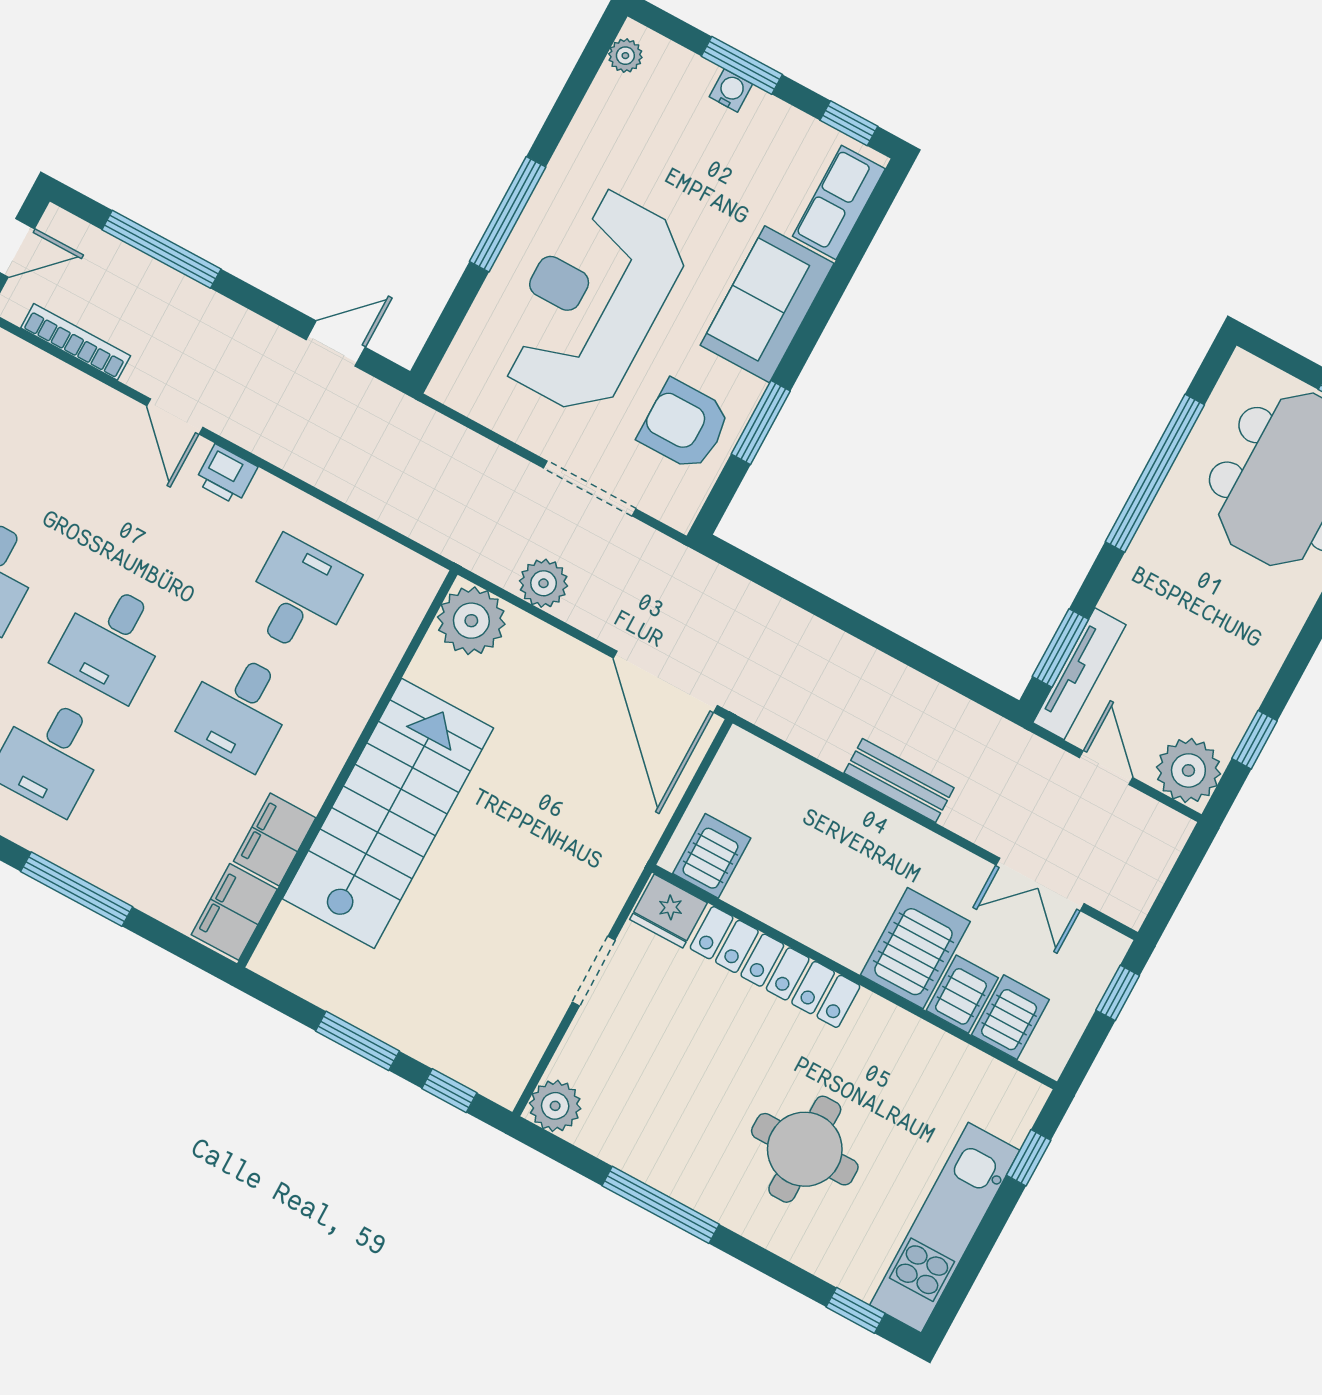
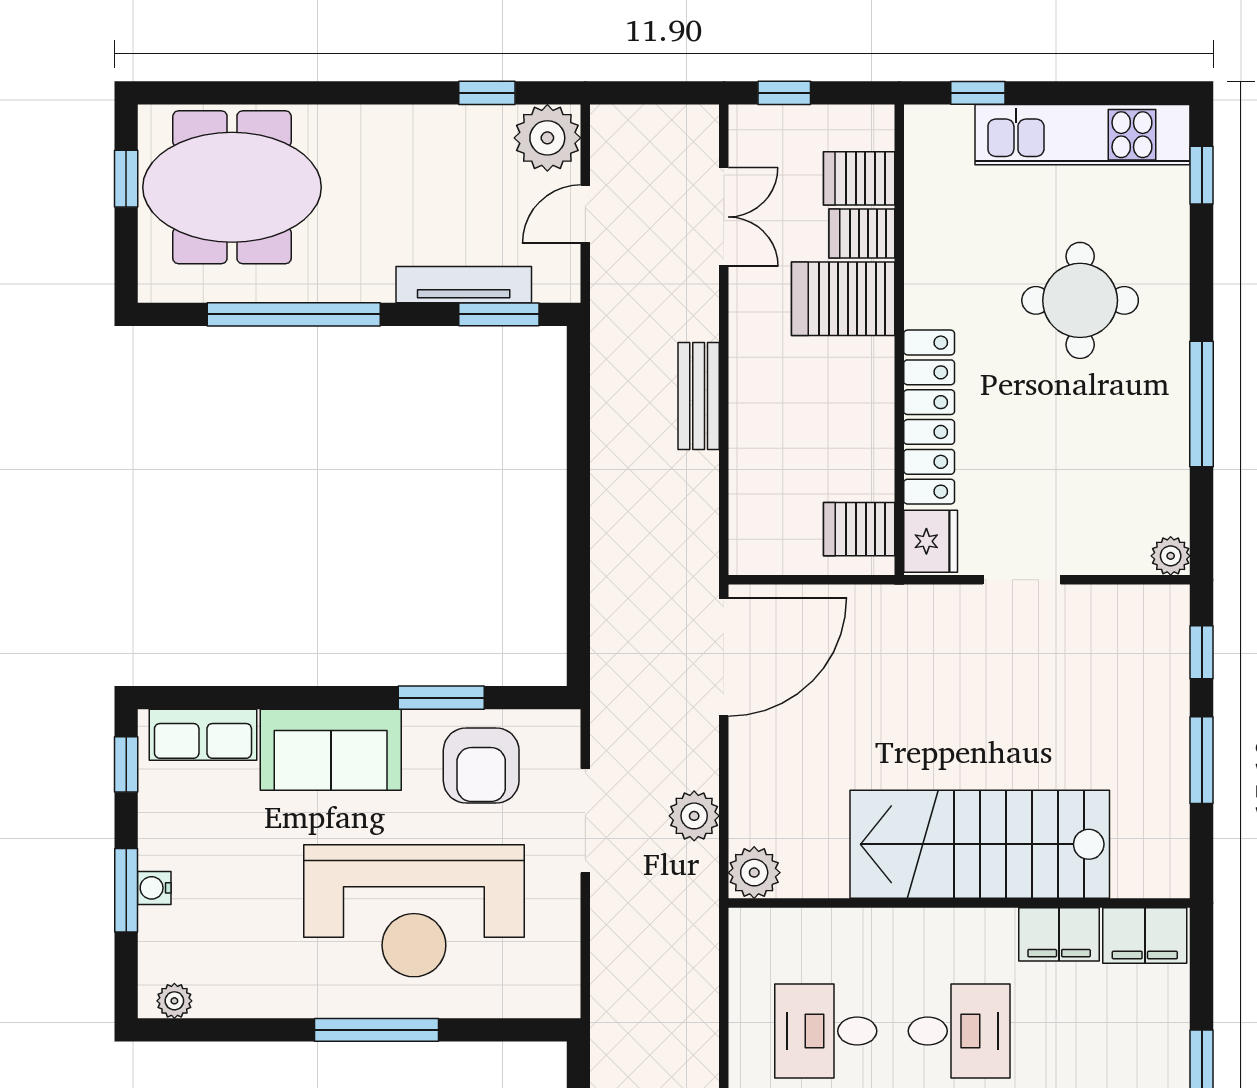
plant: (471, 621) -> (754, 873), width x0.73, depth x0.73
tv unit: (1079, 674) -> (464, 285), moved
plant: (555, 1106) -> (1171, 556), width x0.73, depth x0.73

